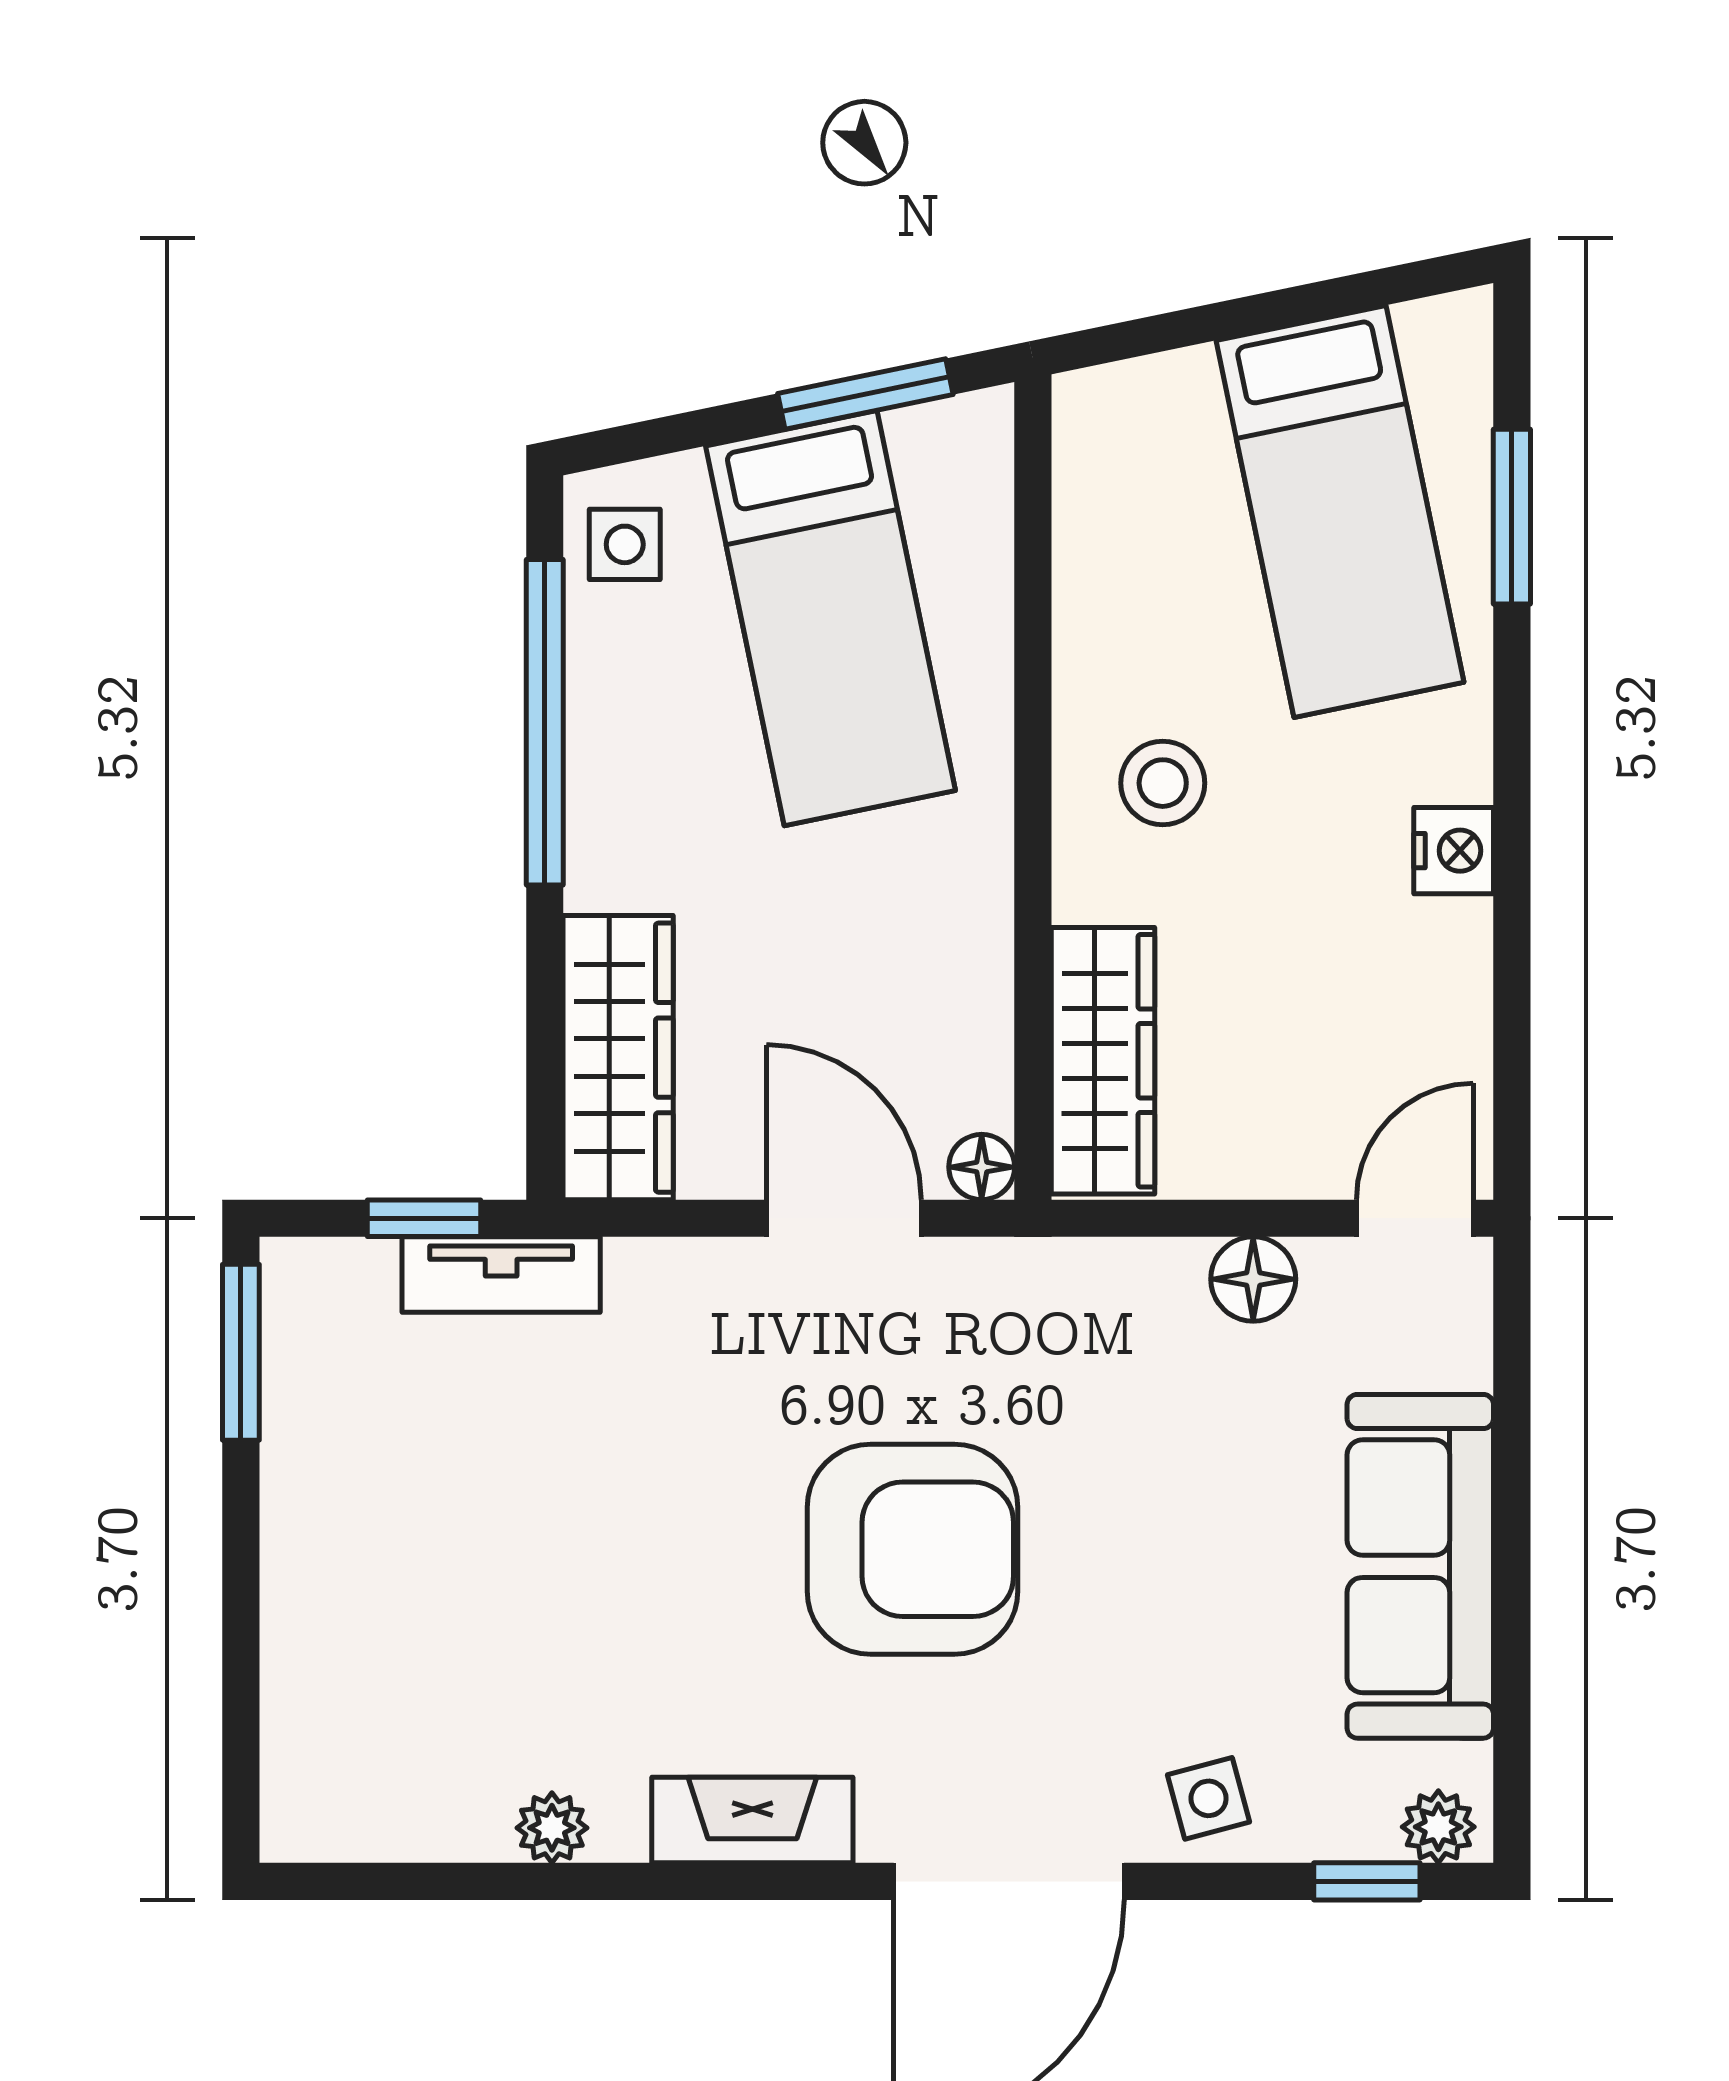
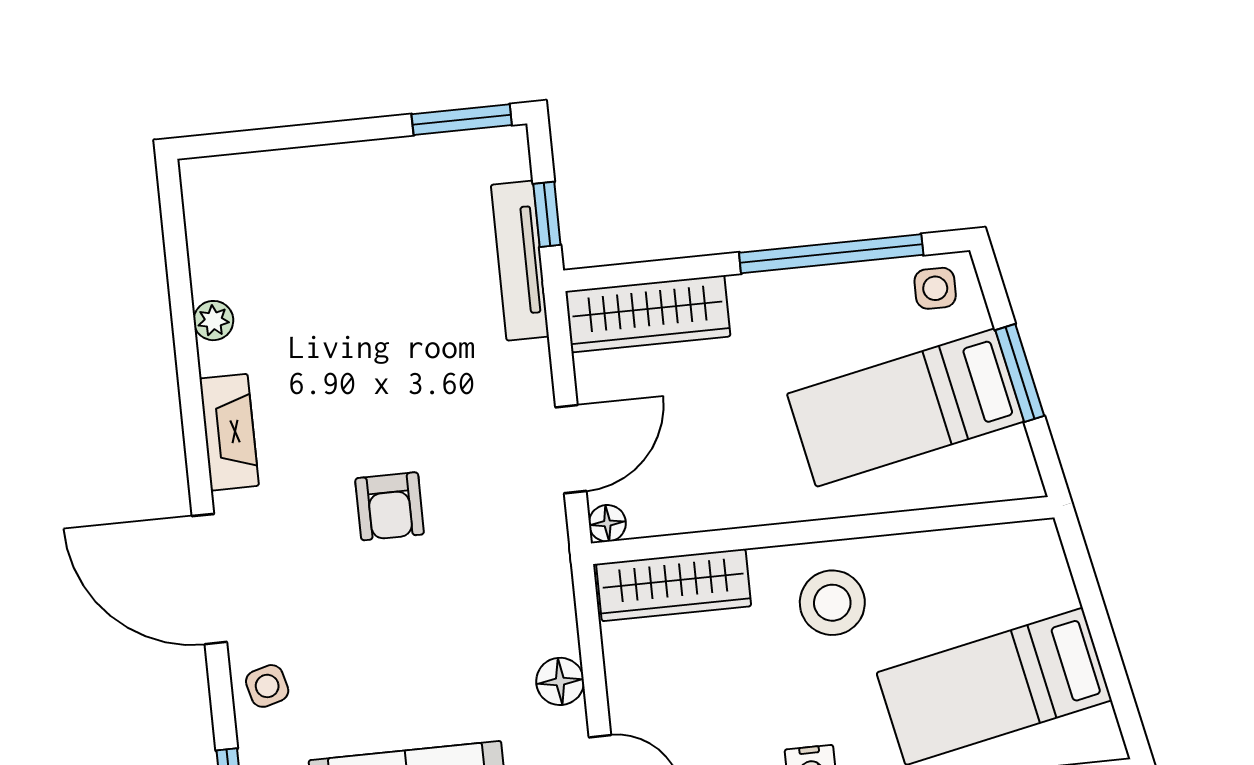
window: (865, 394) -> (1020, 373), moved
stool: (1163, 783) -> (832, 603), width x1.38, depth x1.38
tv unit: (501, 1275) -> (520, 261), width x1.41
armchair: (913, 1549) -> (390, 506), width x0.53, depth x0.53

